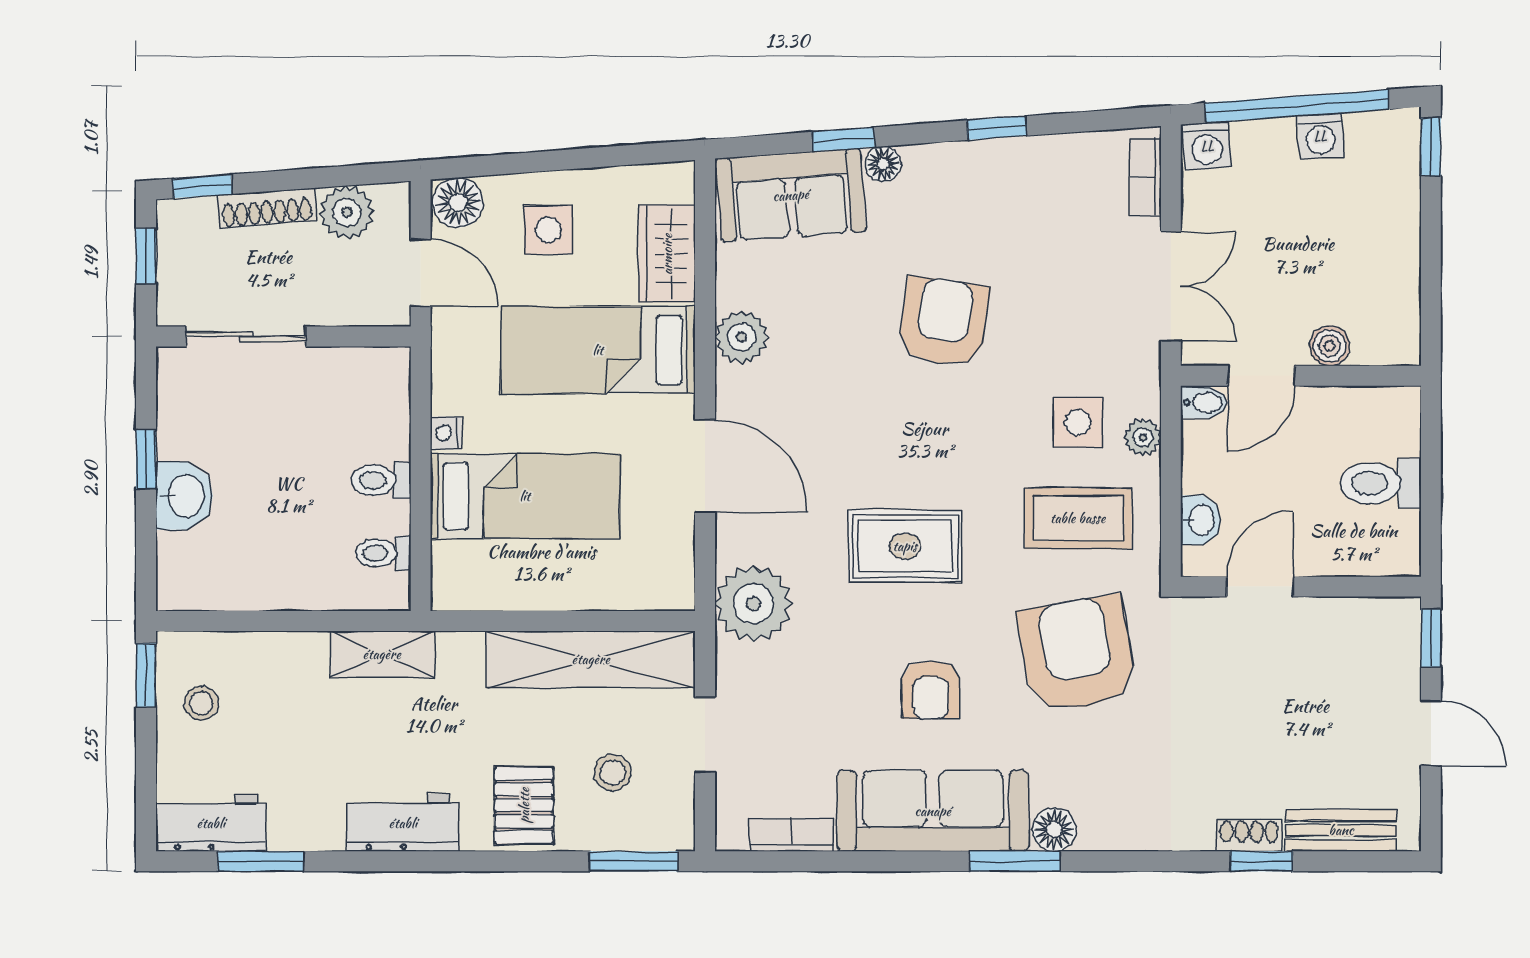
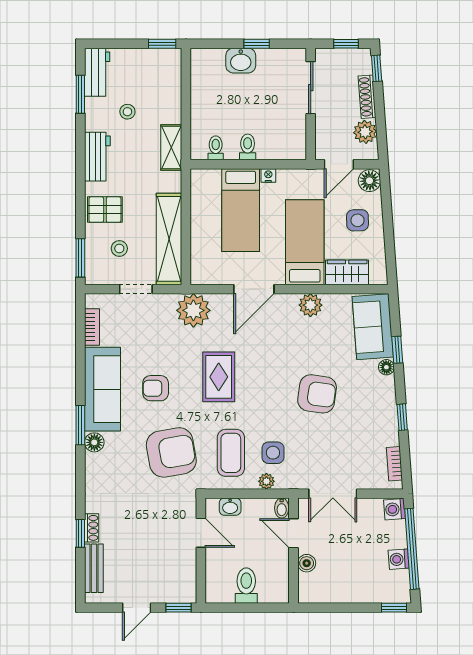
bookcase: (1146, 177) -> (394, 464), moved, turned -94
stool: (201, 703) -> (127, 112), moved

